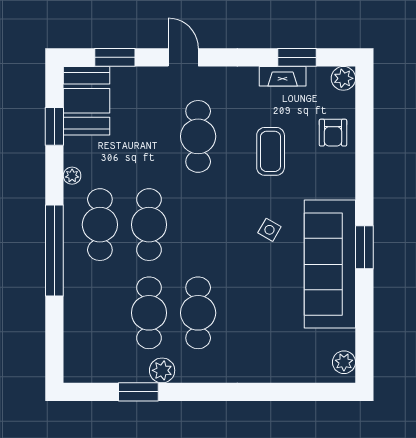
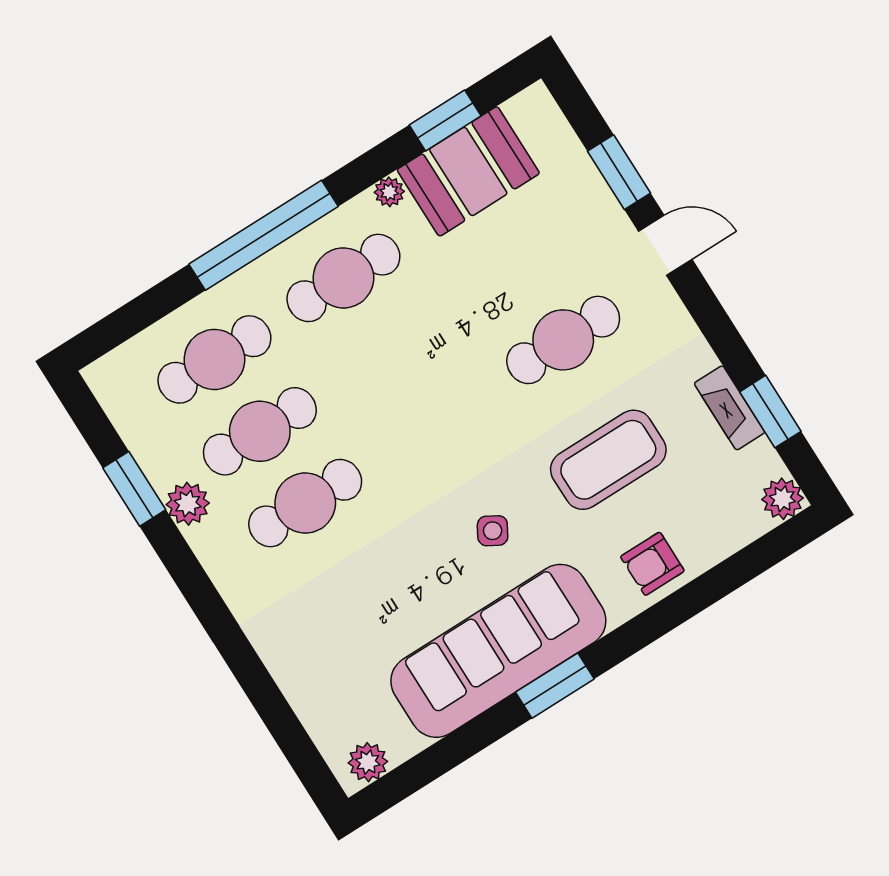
window: (115, 57) -> (619, 172), moved
door: (183, 57) -> (665, 245), hinge flipped
booth: (86, 101) -> (468, 171), moved
armchair: (333, 133) -> (652, 564), moved
coffee table: (271, 151) -> (608, 460), width x1.36, depth x1.32
cafe table: (149, 225) -> (214, 359), moved

